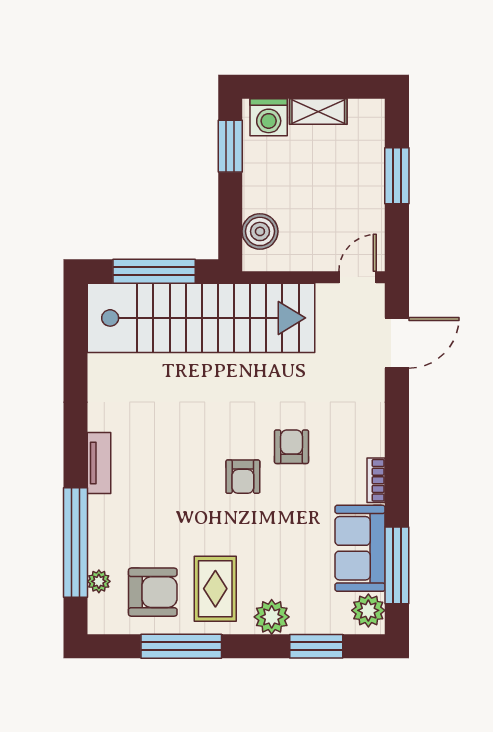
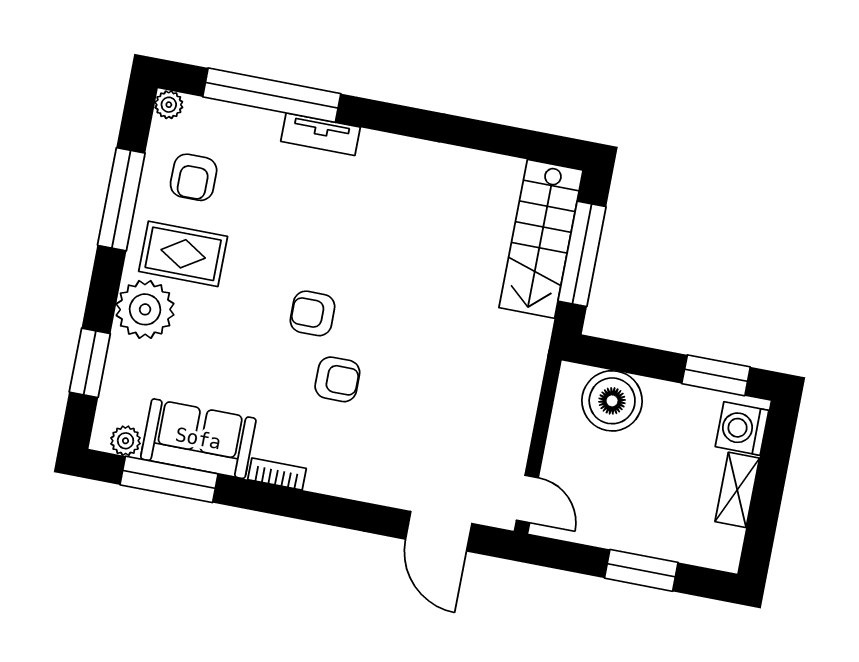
boiler: (260, 231) -> (612, 401), width x1.37, depth x1.37
stairs: (201, 318) -> (541, 239), width x0.54, depth x0.66
tv unit: (99, 463) -> (321, 134), moved
plant: (99, 581) -> (169, 105), moved
armchair: (153, 592) -> (194, 177), width x0.72, depth x0.72
plant: (368, 610) -> (126, 441), width x0.73, depth x0.73
plant: (272, 617) -> (145, 309), width x1.36, depth x1.36

